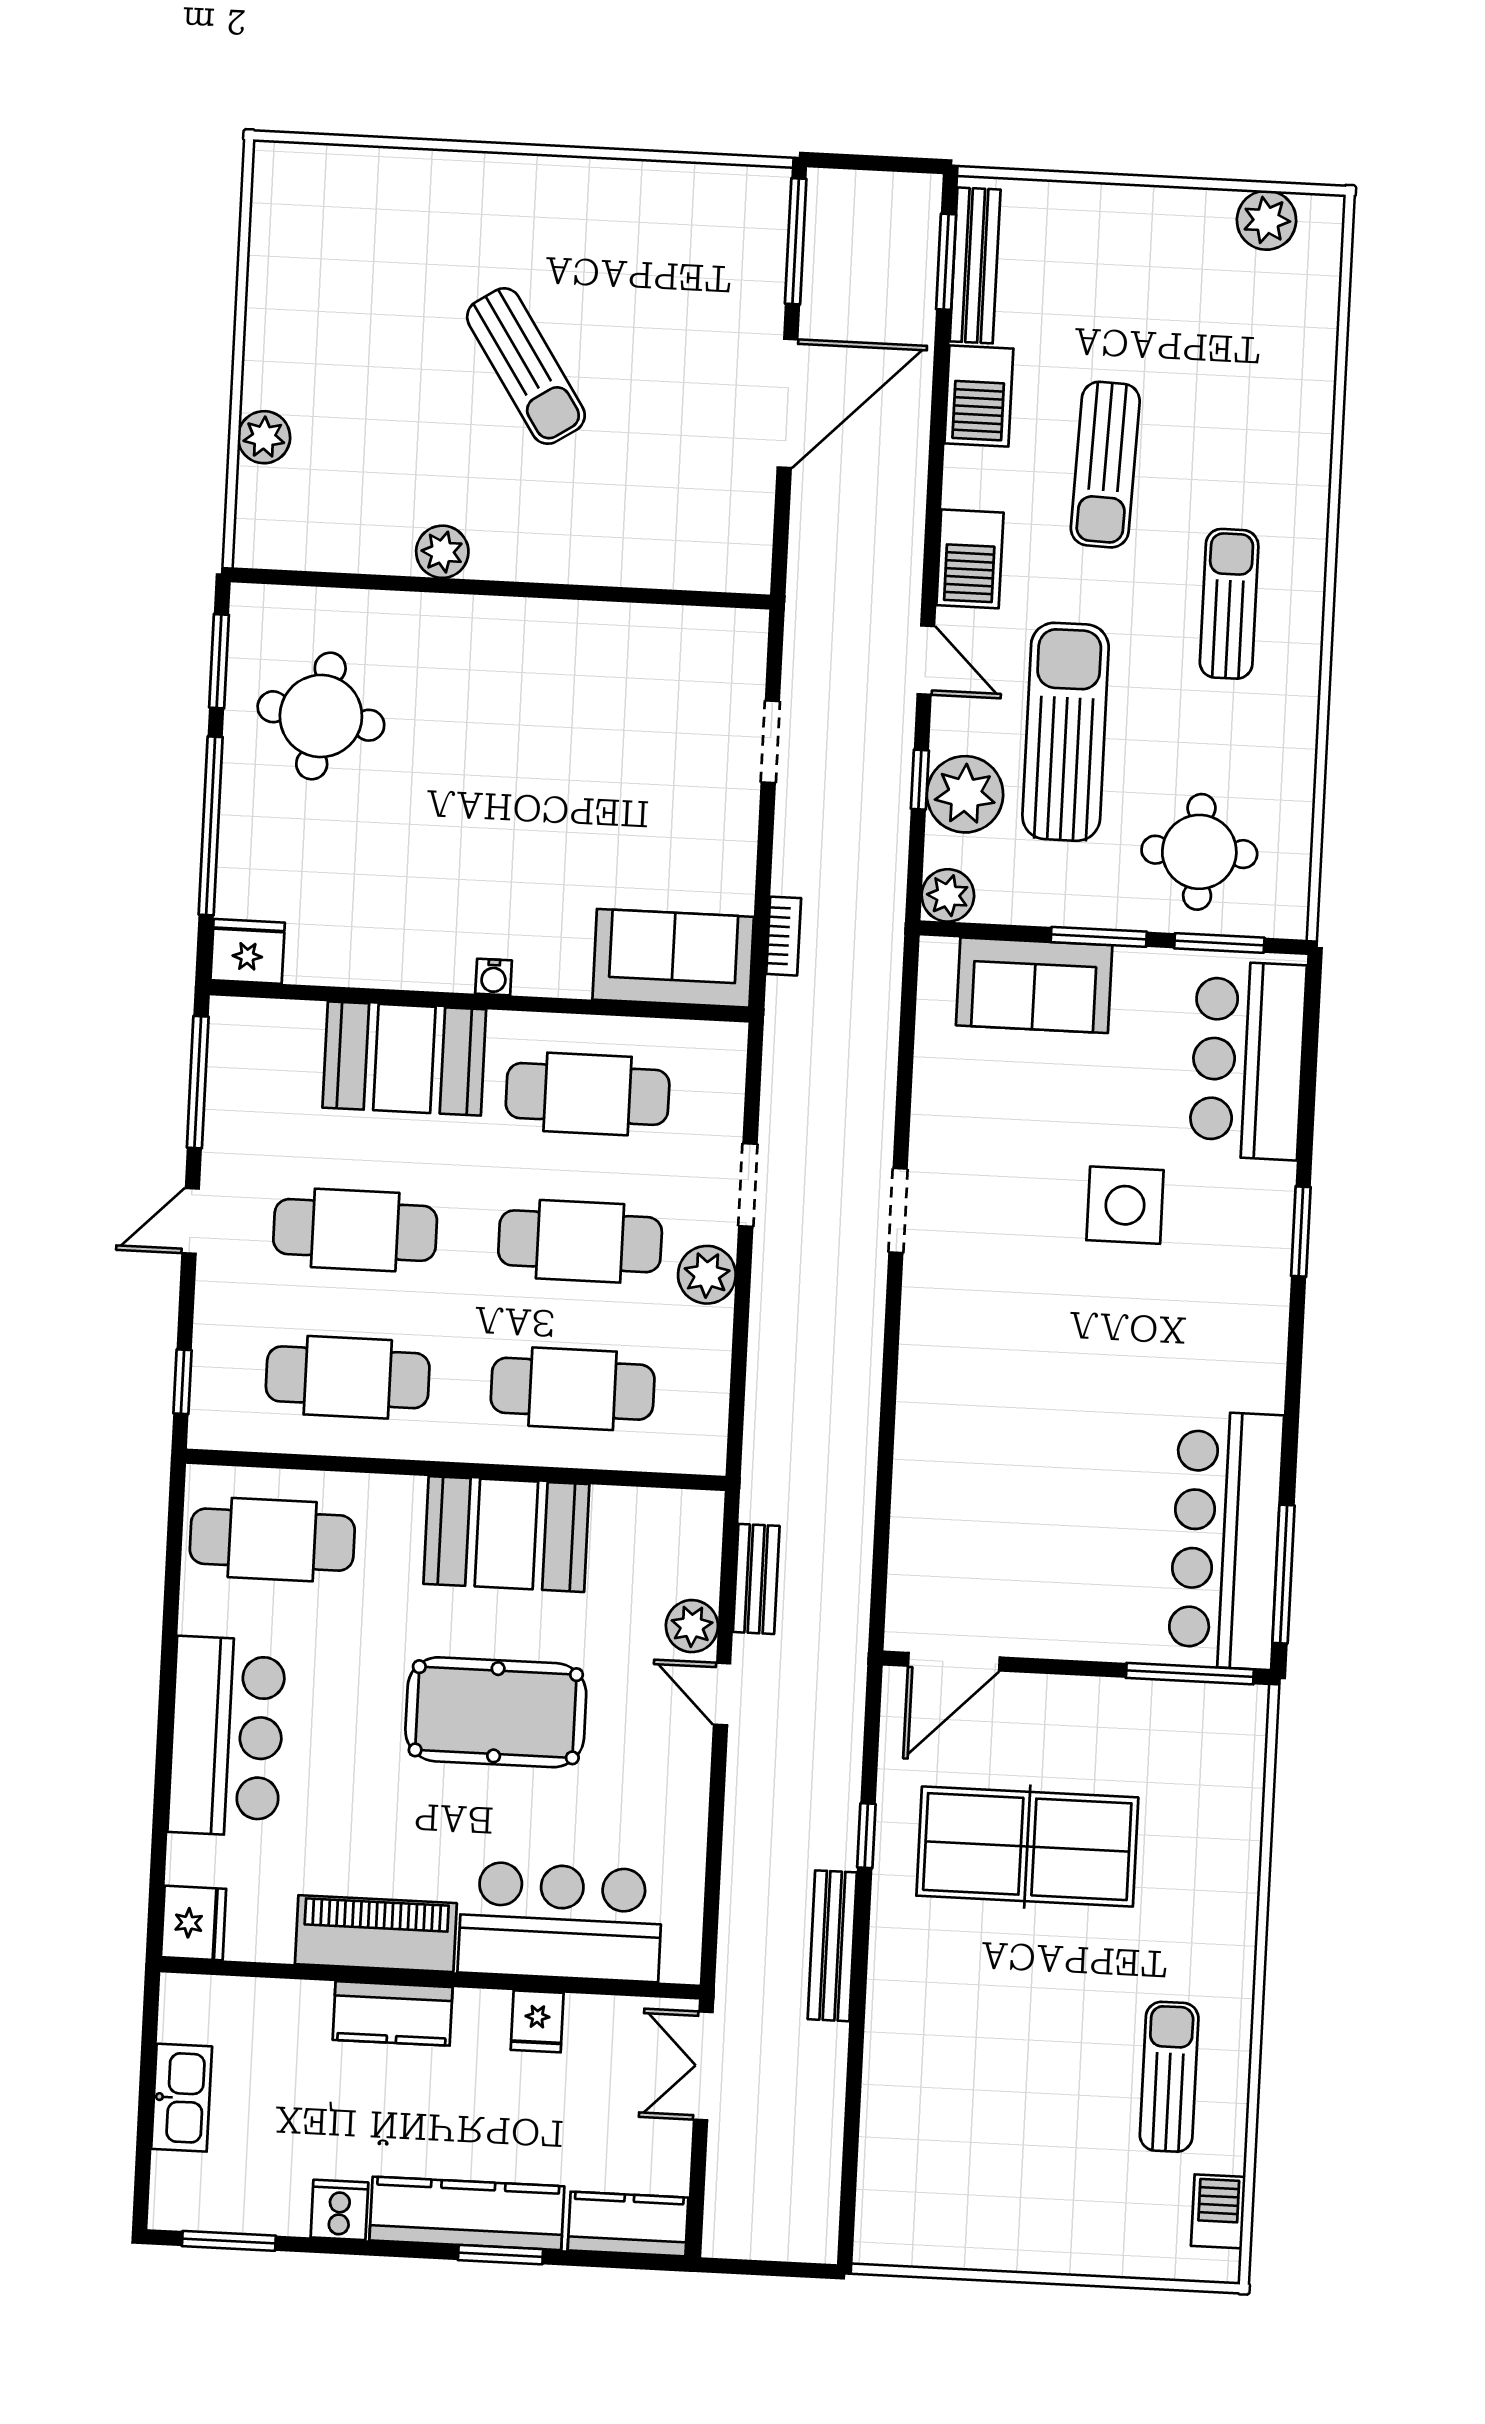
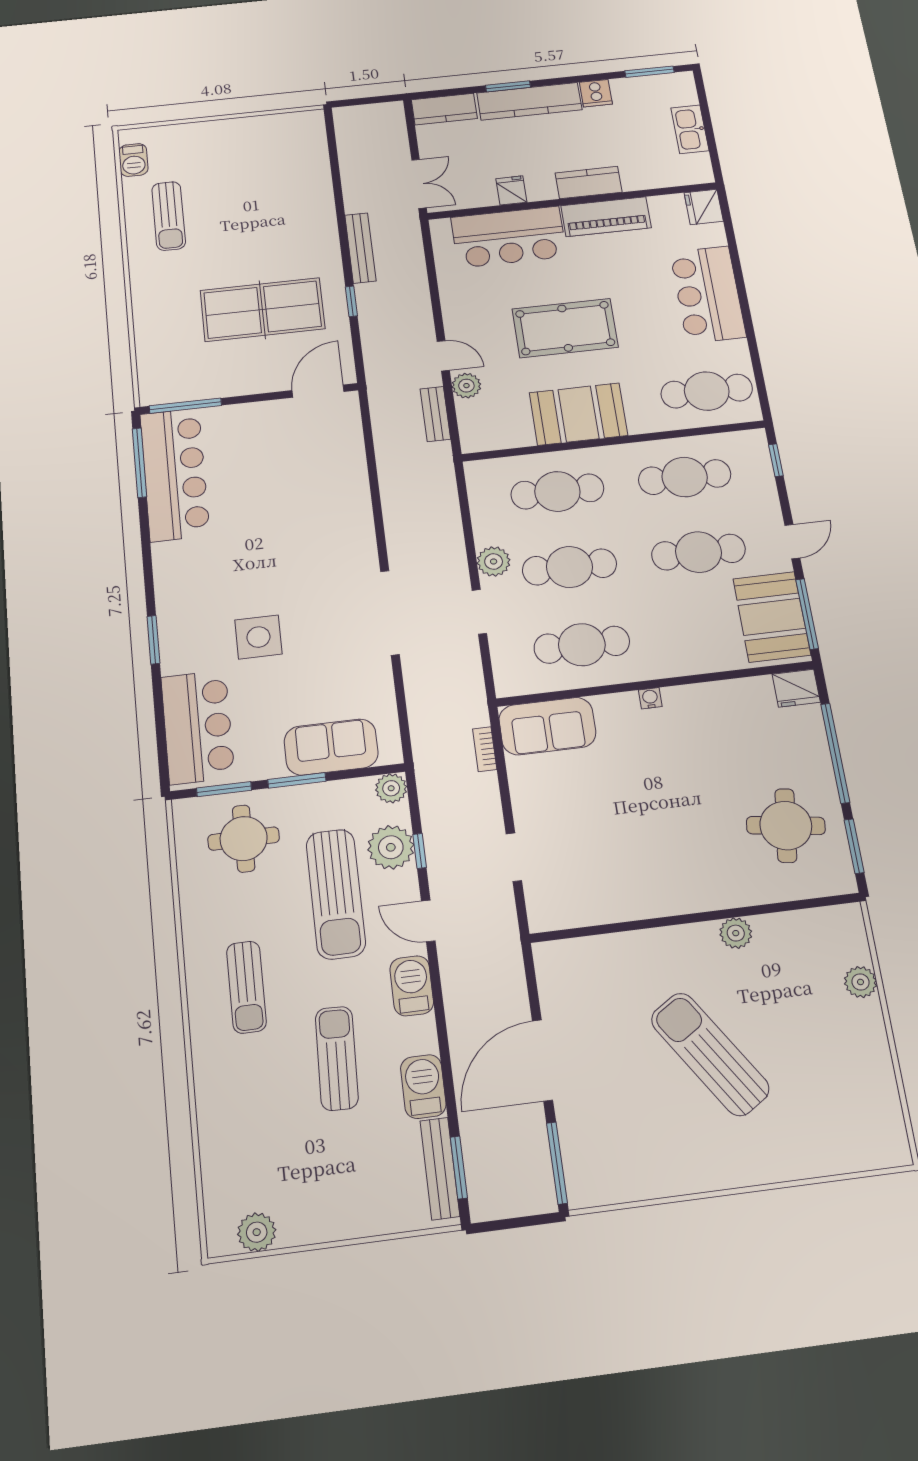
sun lounger: (526, 366) -> (710, 1054), width x1.36, depth x1.34
booth: (404, 1058) -> (772, 617), moved, turned 90
doorway: (898, 1211) -> (390, 613), width x1.87

